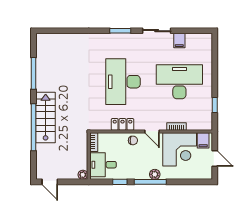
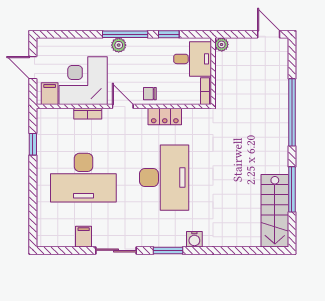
water cooler: (102, 39) -> (194, 239), added
stairs: (46, 118) -> (275, 211), moved

